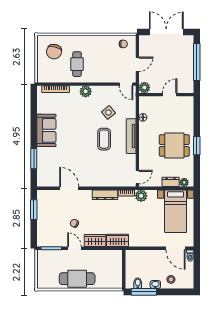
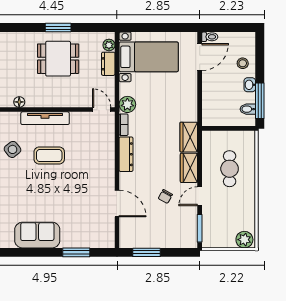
dining table: (174, 146) -> (58, 59), turned 90
door: (69, 188) -> (117, 203), swing flipped
cafe table: (77, 279) -> (230, 169), moved, width x0.73, depth x0.74
plant: (43, 281) -> (244, 240), added

